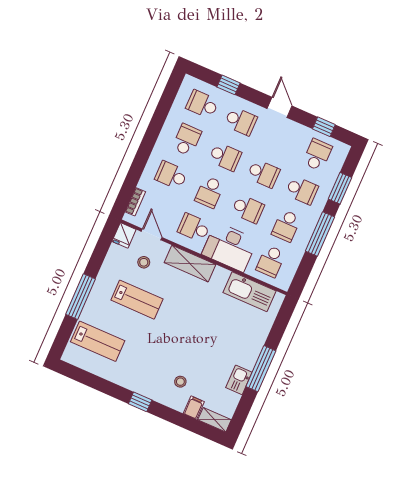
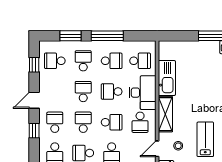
window: (228, 85) -> (34, 131), moved
school desk: (248, 209) -> (112, 92), turned -90
kitchen sink: (249, 292) -> (167, 78), moved

